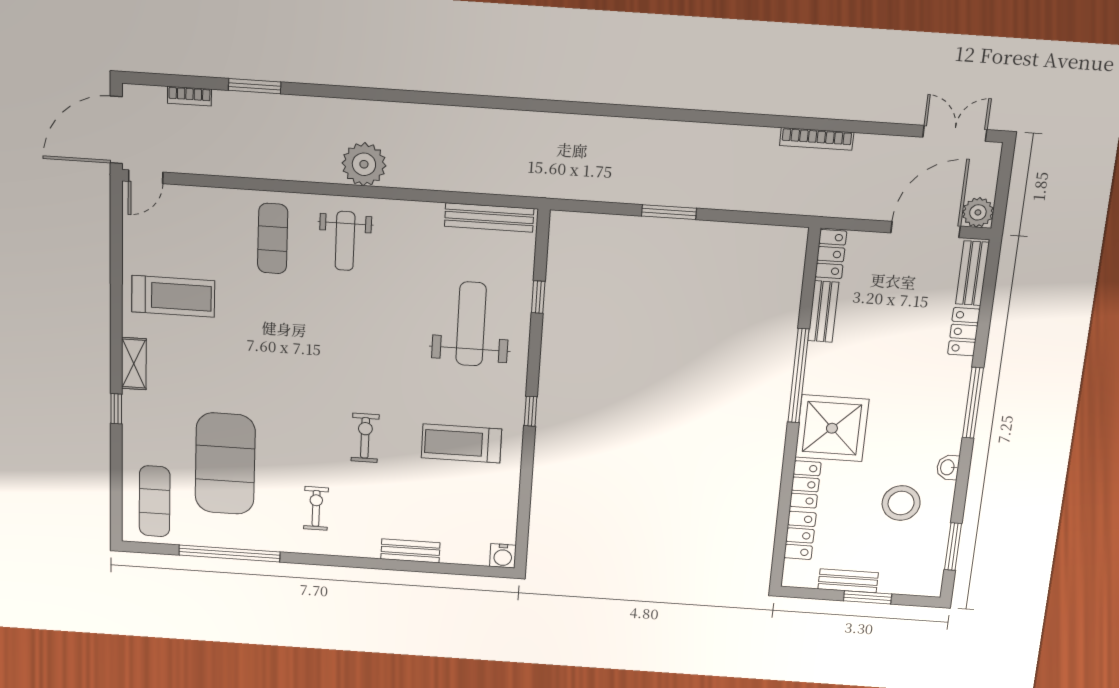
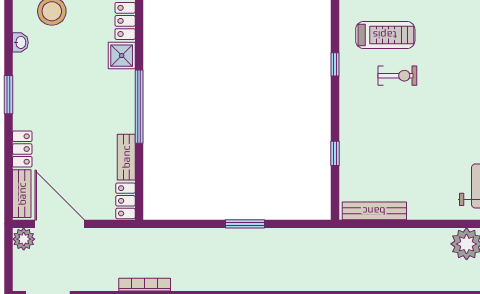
door: (926, 229) -> (60, 224), swing flipped
weight bench: (471, 324) -> (383, 129), removed
window: (973, 403) -> (8, 95), width x0.69
shower: (832, 428) -> (122, 56), width x0.54, depth x0.54
exercise bike: (365, 438) -> (397, 76), moved, turned -90

